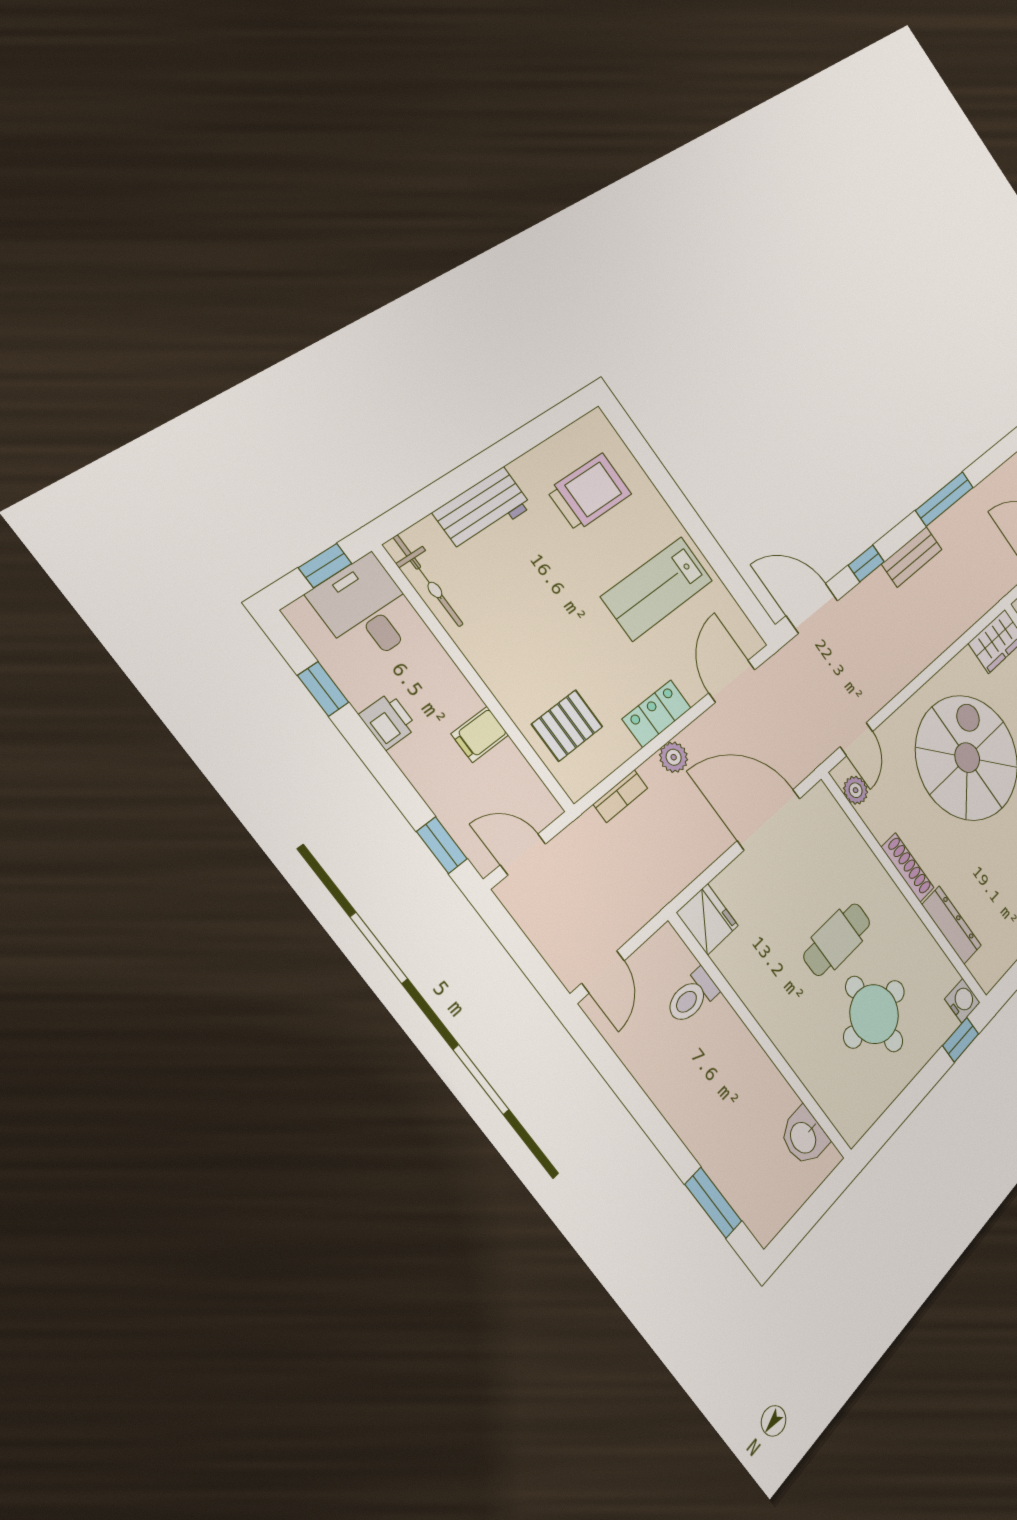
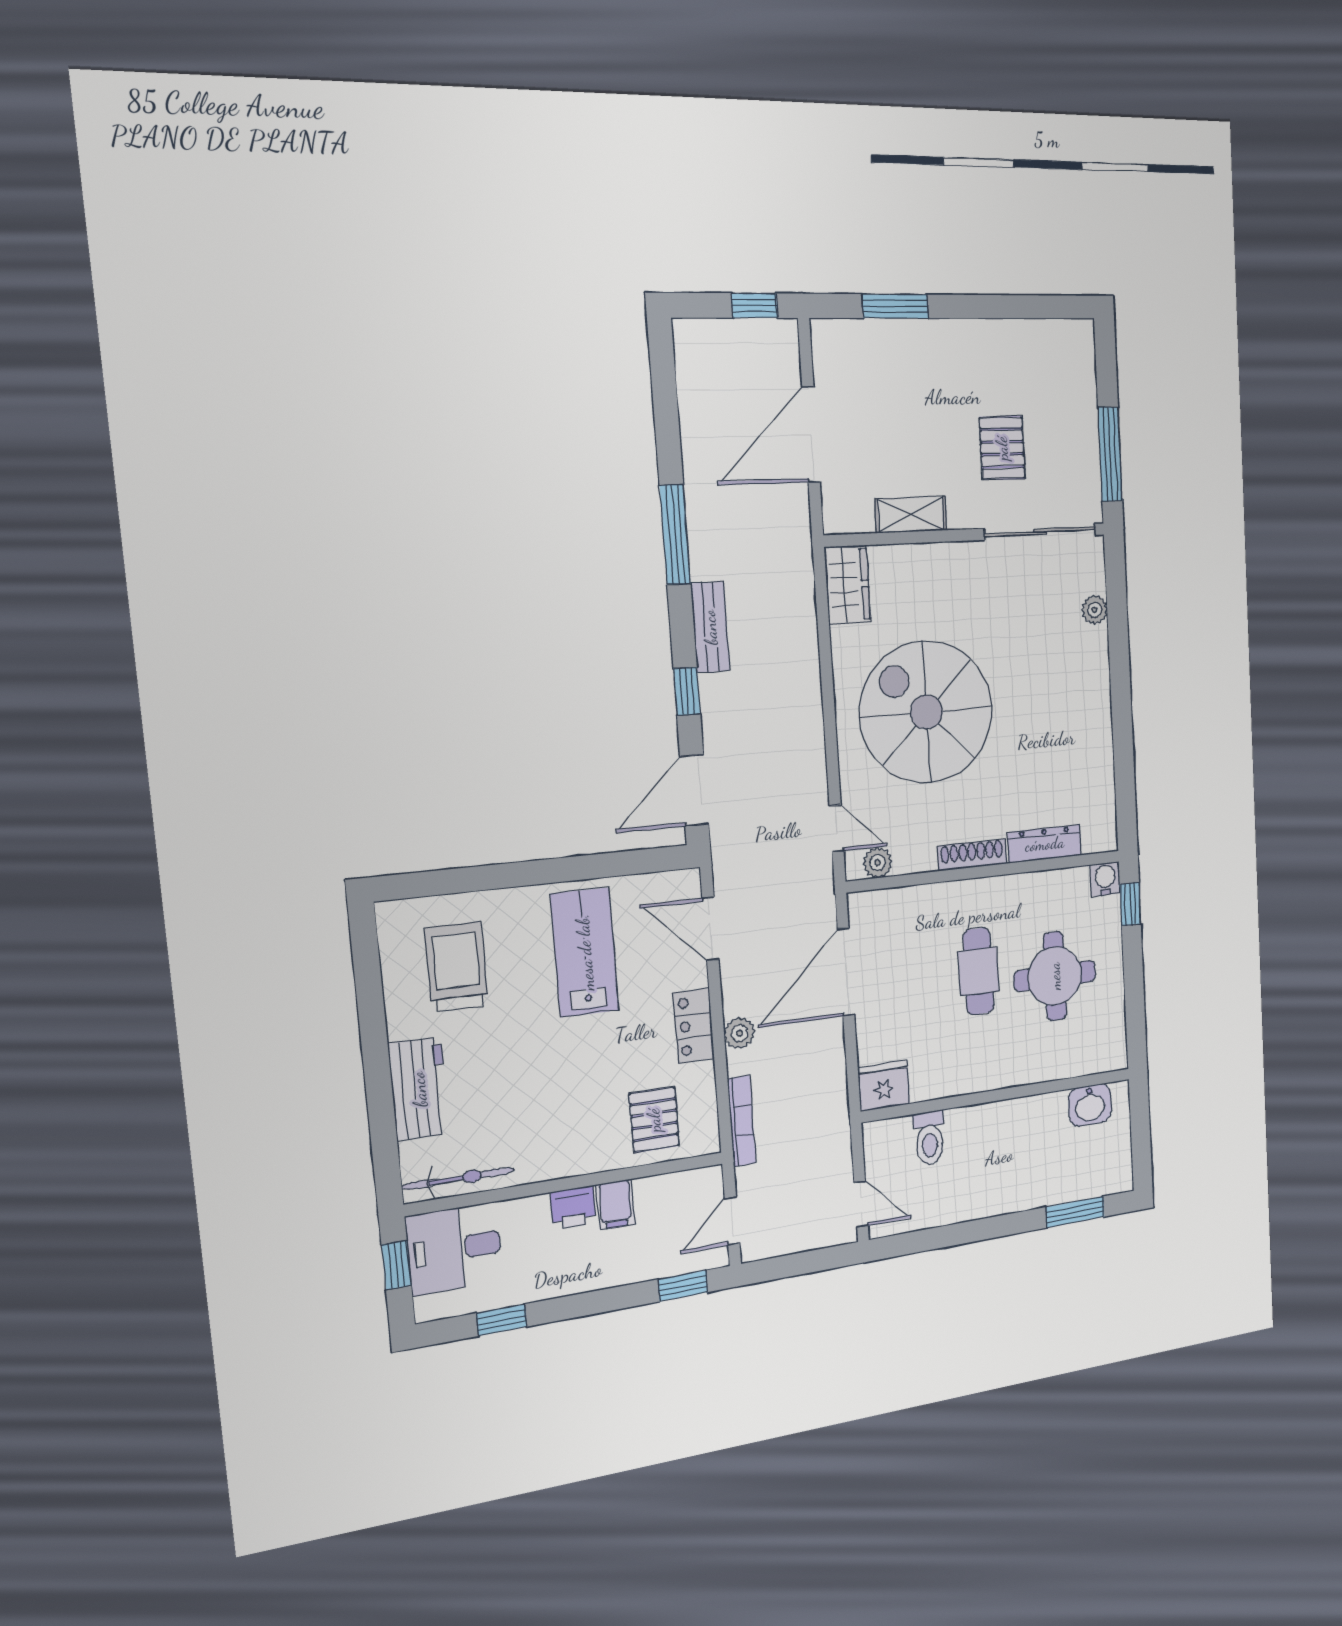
lab bench: (657, 588) -> (585, 952), turned 180
printer: (388, 721) -> (573, 1208), moved, turned 180
bookcase: (621, 796) -> (742, 1121), width x1.56

